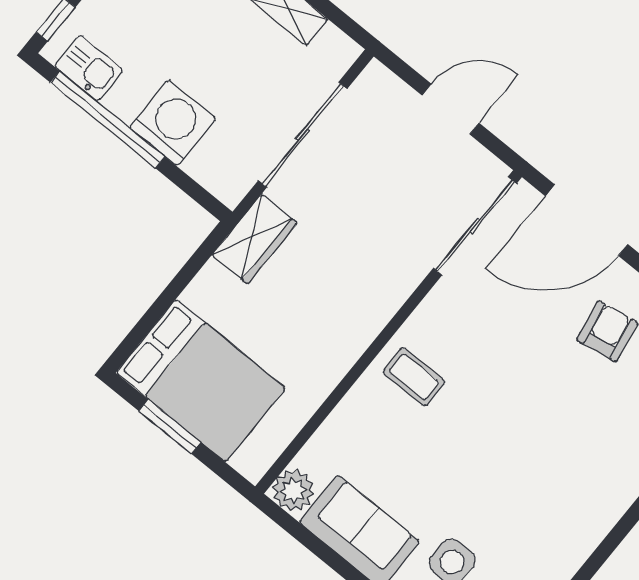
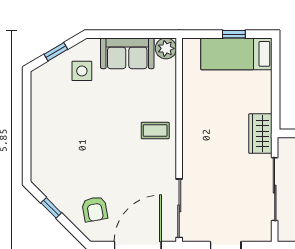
bed: (201, 381) -> (236, 54), width x0.67
window: (170, 427) -> (234, 34), width x0.67

